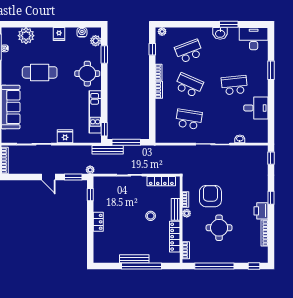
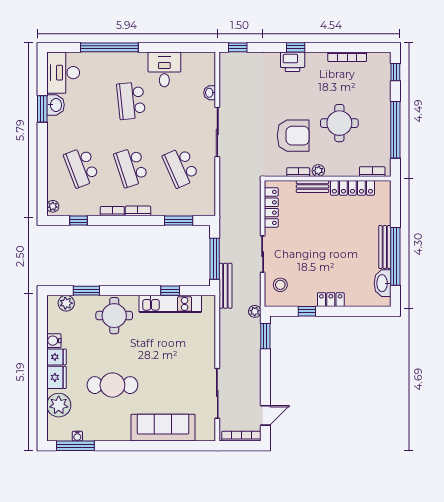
water cooler: (82, 32) -> (54, 341), moved
washbasin: (220, 33) -> (55, 105), moved
window: (271, 70) -> (109, 47), width x2.11
cafe table: (40, 72) -> (112, 385), turned 90
school desk: (189, 85) -> (131, 167), turned -42
window: (152, 118) -> (179, 221), added
school desk: (189, 119) -> (181, 167), turned -33
window: (104, 129) -> (170, 291), moved
fridge: (65, 136) -> (56, 377), moved, turned 180
door: (48, 177) -> (265, 415), moved
window: (90, 195) -> (307, 311), moved
armchair: (210, 196) -> (293, 136), turned 180
printer: (261, 211) -> (293, 62), moved
stool: (151, 216) -> (280, 285), moved
washbasin: (109, 257) -> (383, 283), added
window: (142, 266) -> (395, 256), moved

